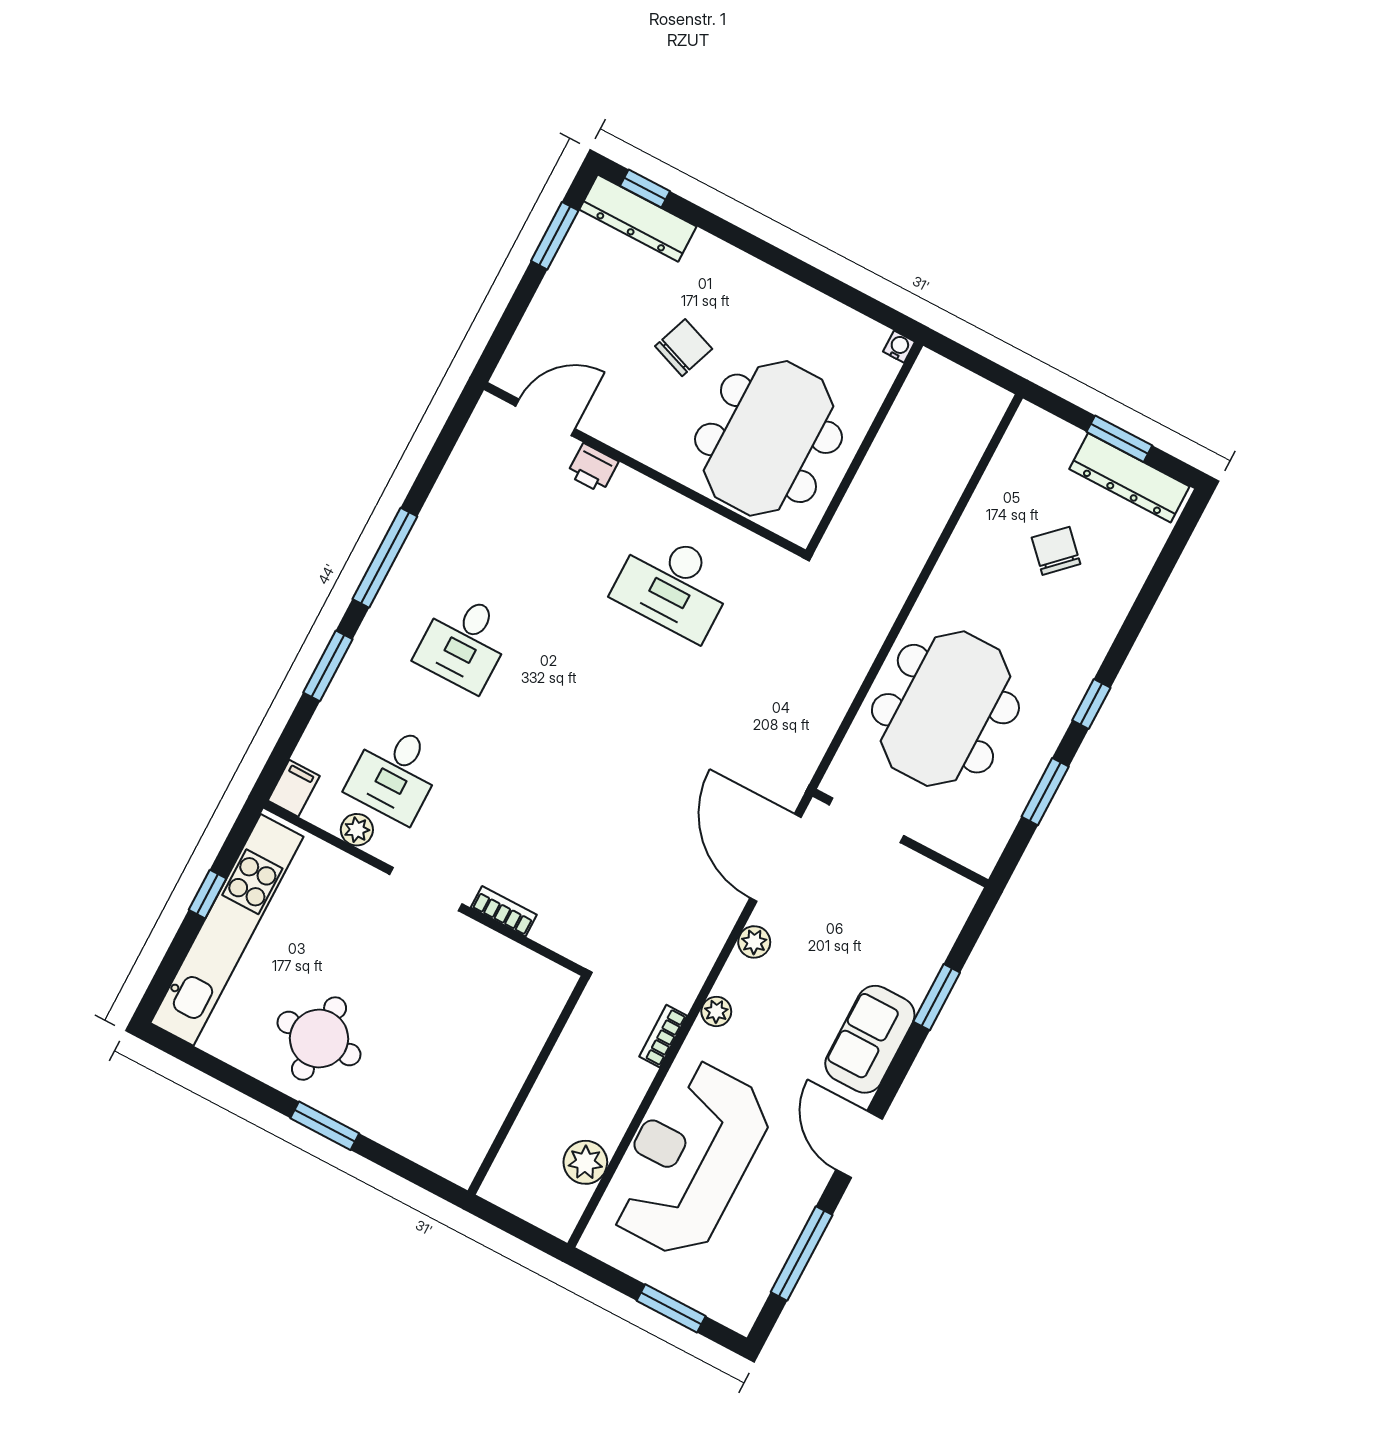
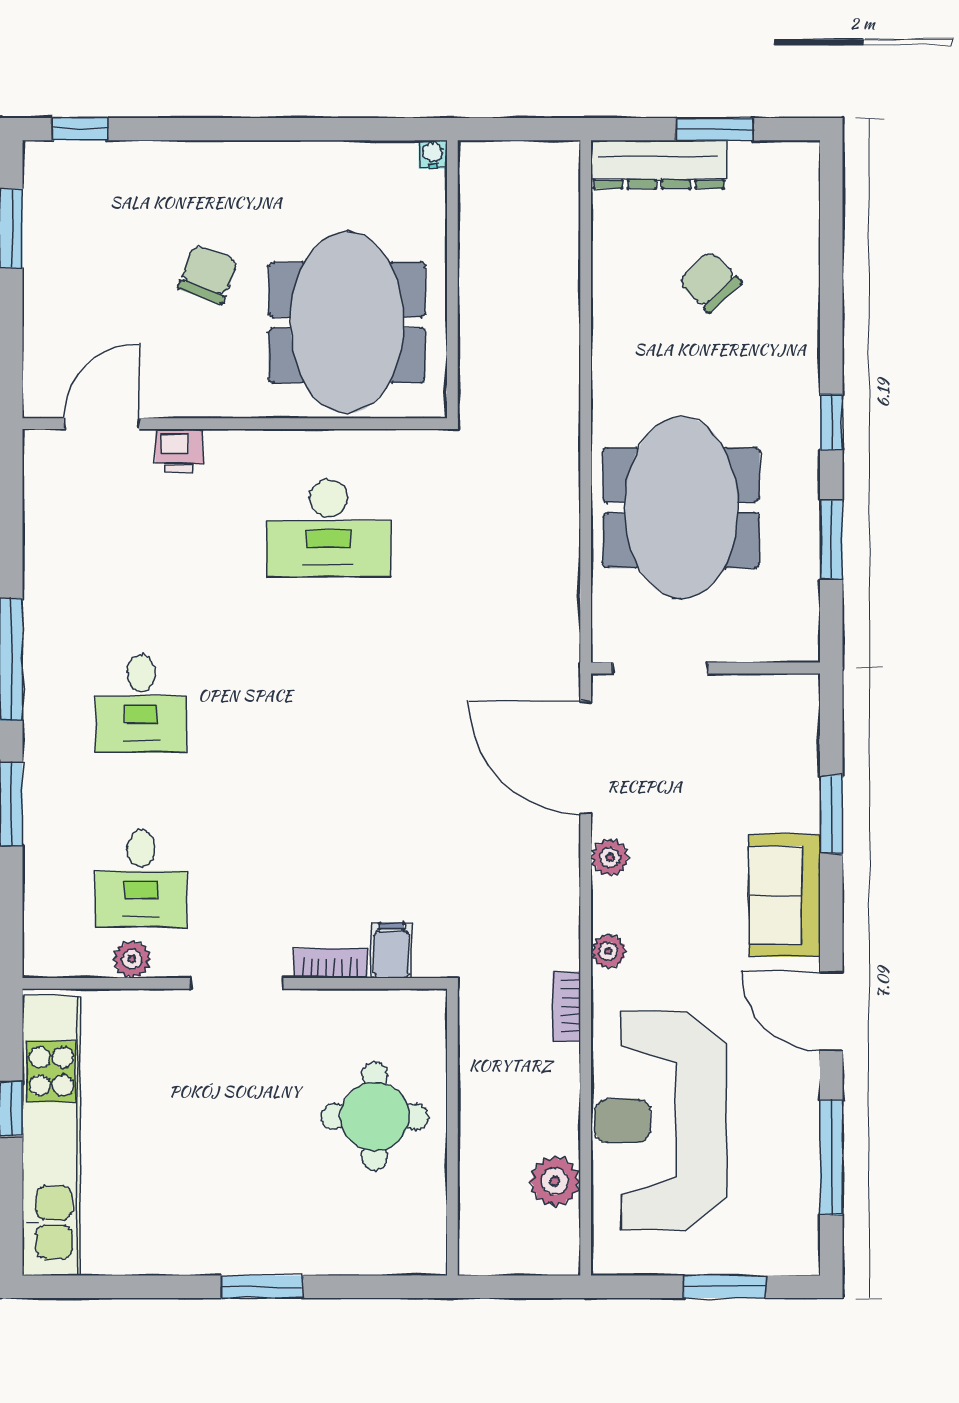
dresser: (638, 218) -> (89, 164), removed
dresser: (1129, 478) -> (659, 164), moved
filing cabinet: (294, 788) -> (391, 951), moved
round table: (319, 1039) -> (375, 1116), moved

